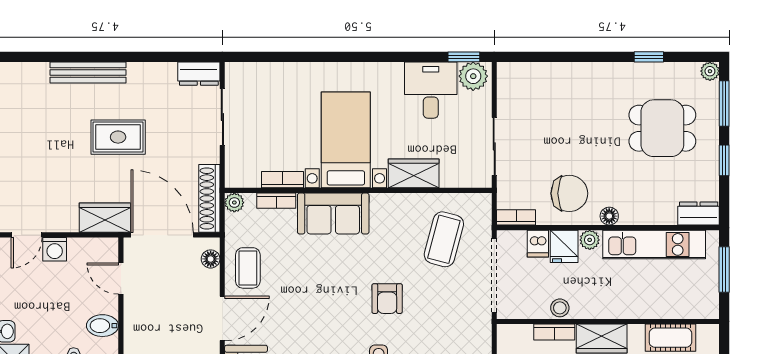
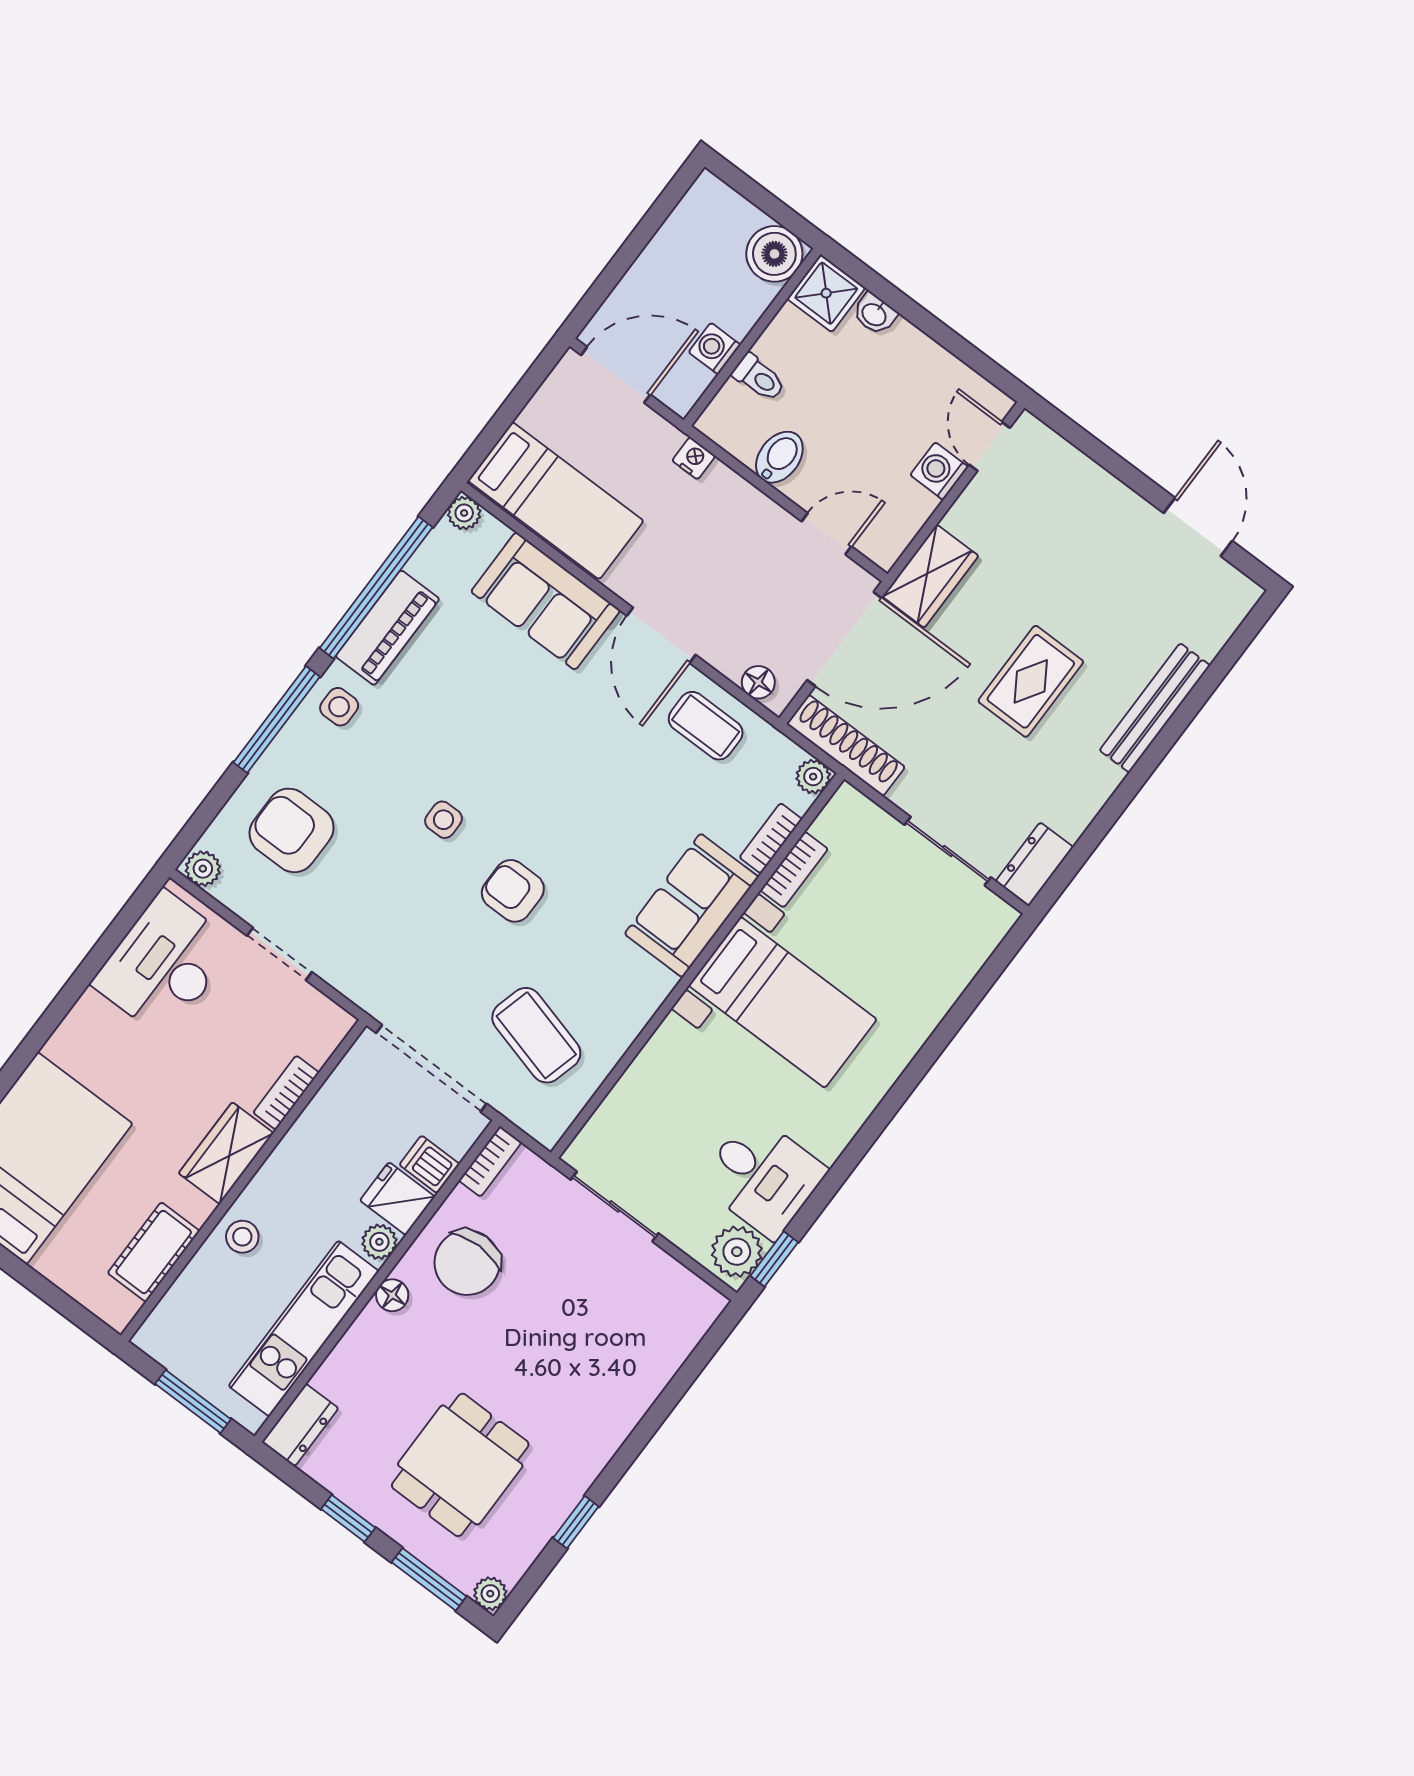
wardrobe: (414, 173) -> (662, 1063), removed
stool: (560, 308) -> (242, 1237), moved

